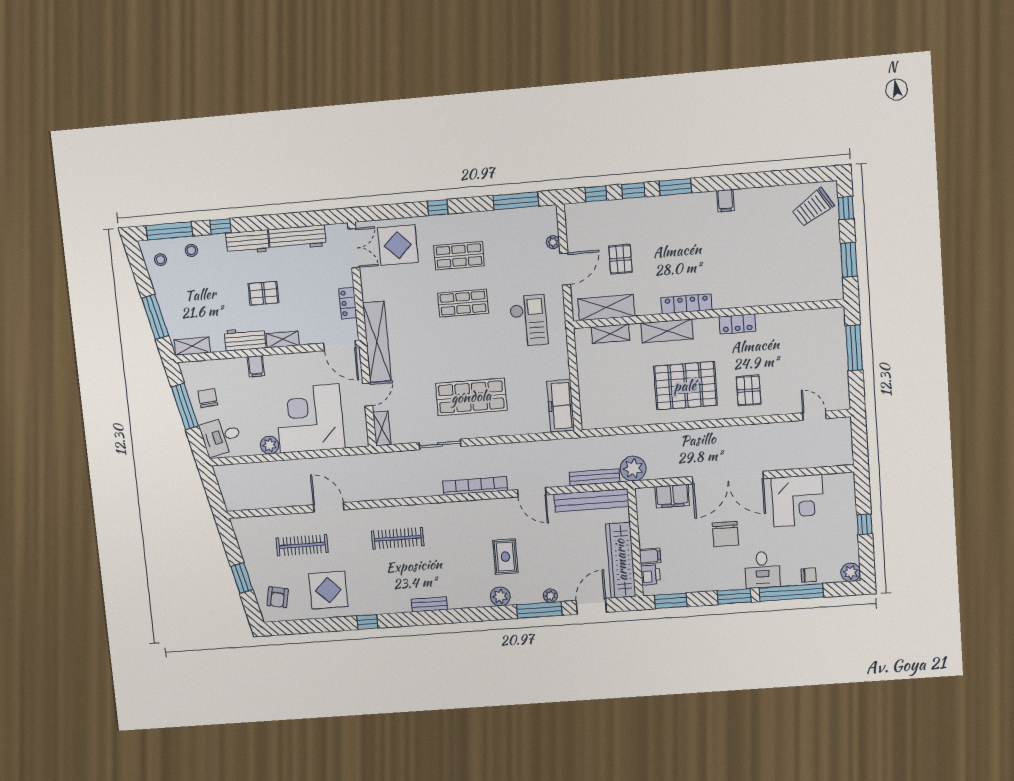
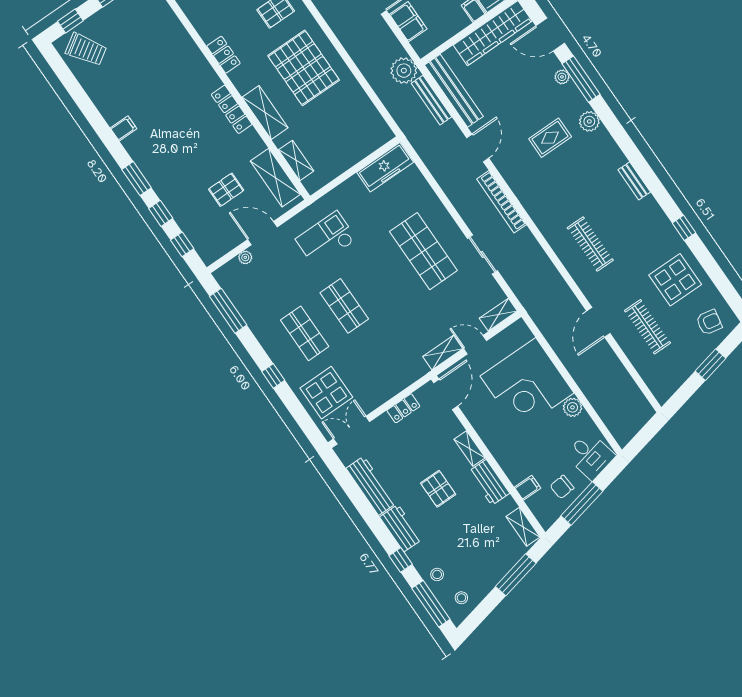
shelving: (377, 342) -> (443, 353), width x0.45, depth x0.75
filing cabinet: (256, 366) -> (528, 488), moved

